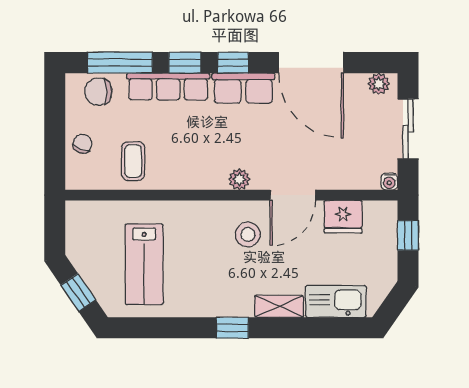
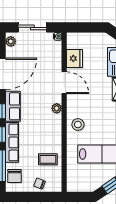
stool: (248, 234) -> (78, 125), moved
window: (408, 235) -> (84, 27), removed

